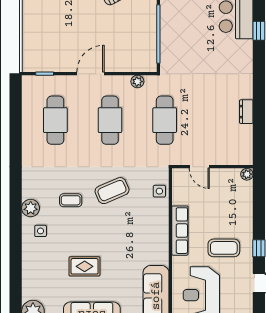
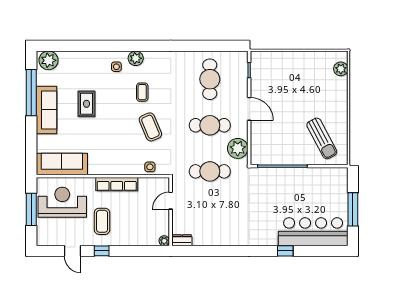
plant: (137, 82) -> (238, 148), width x1.88, depth x1.88
dresser: (246, 112) -> (182, 240), moved
cafe table: (55, 120) -> (210, 79), turned 90

